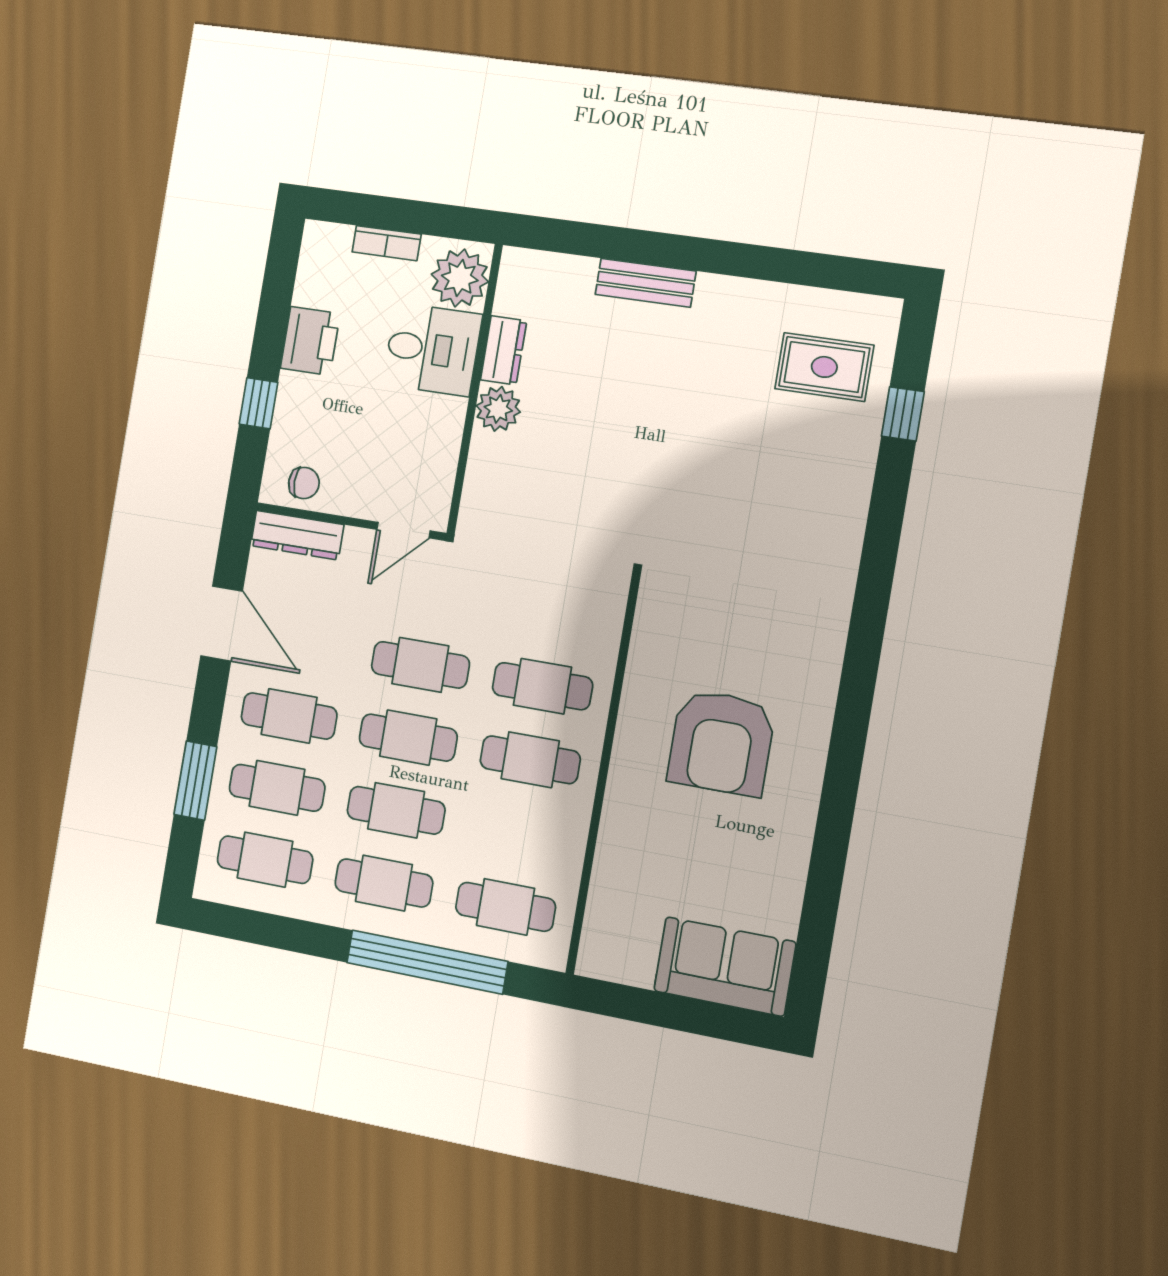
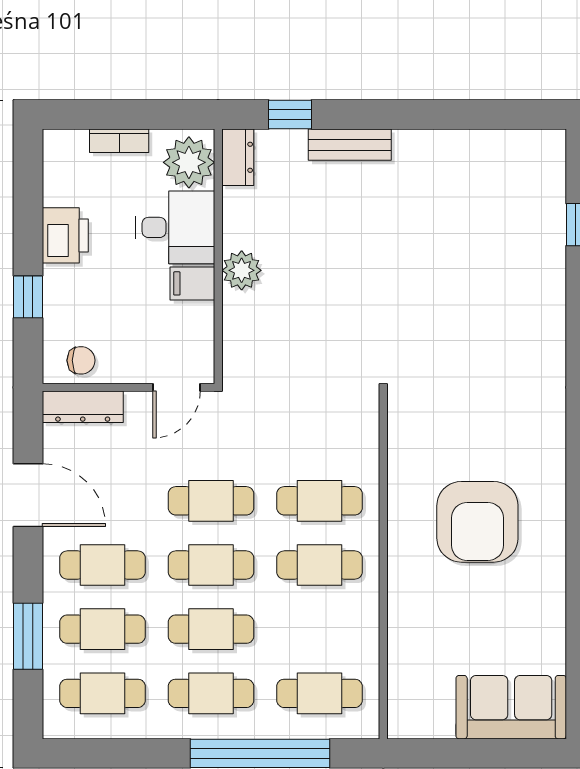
window: (583, 239) -> (290, 115), added
dresser: (504, 350) -> (238, 157), moved
rug: (824, 367) -> (510, 195), removed
filing cabinet: (441, 415) -> (192, 283), added

